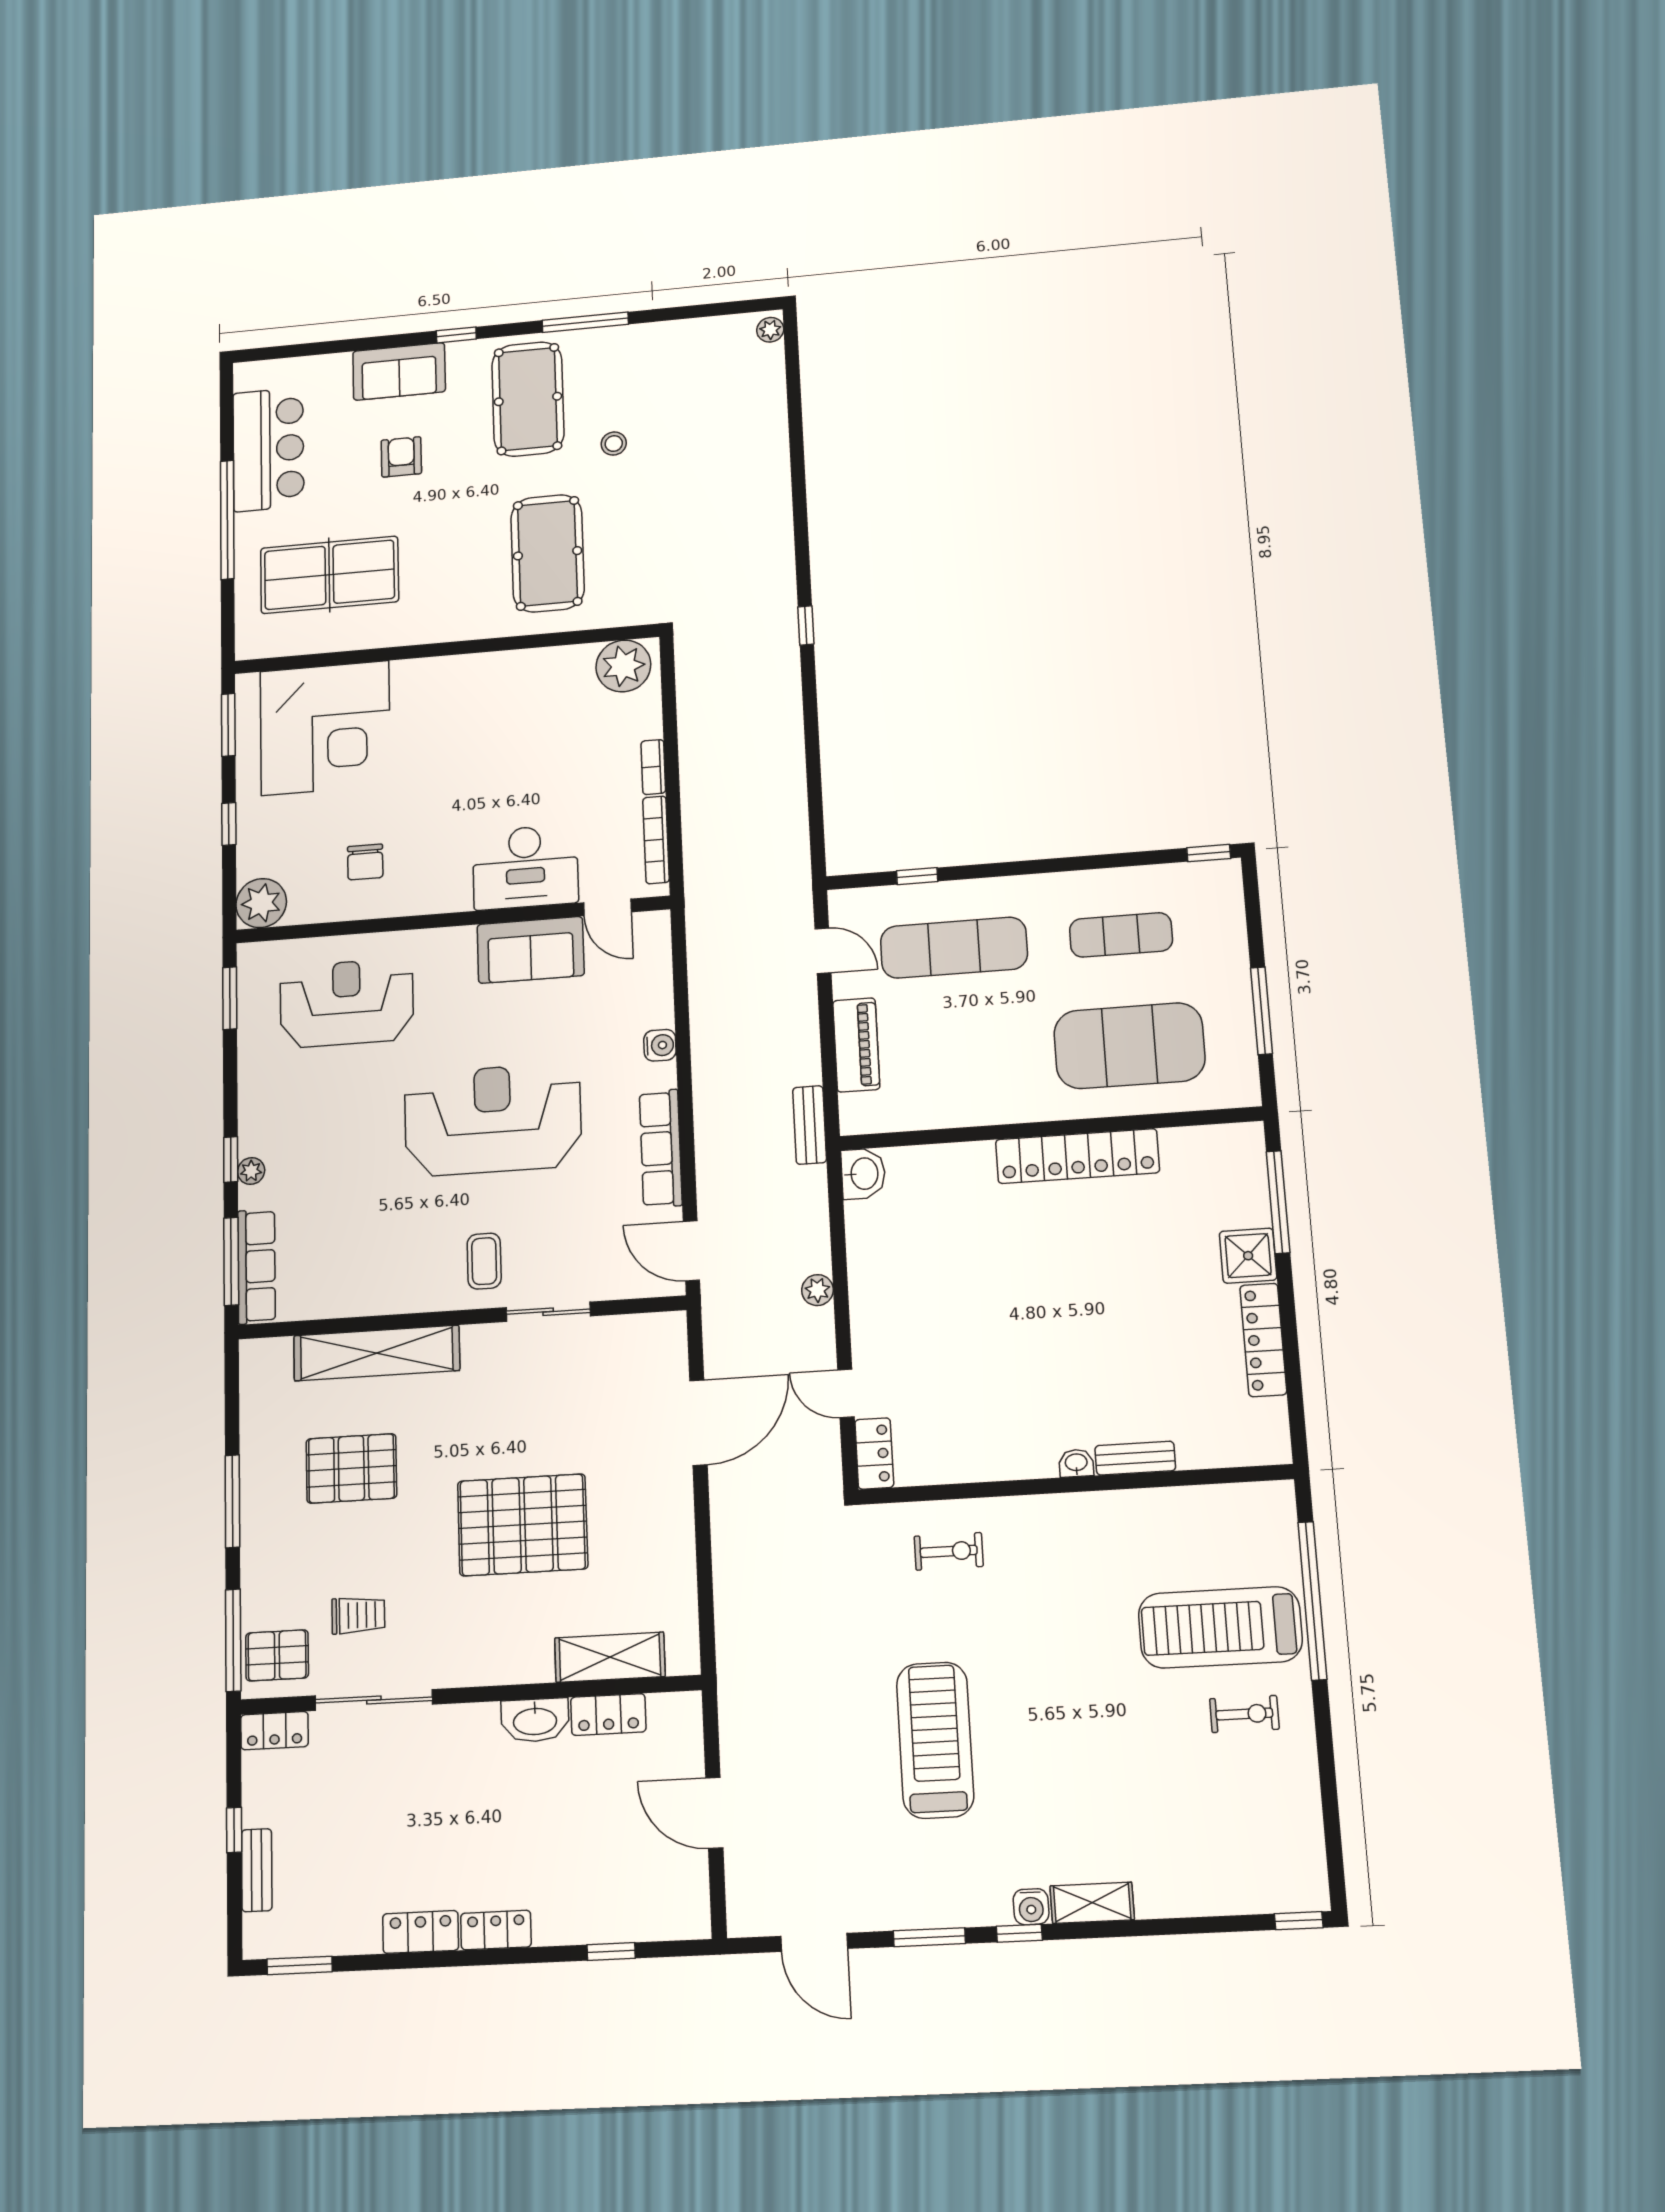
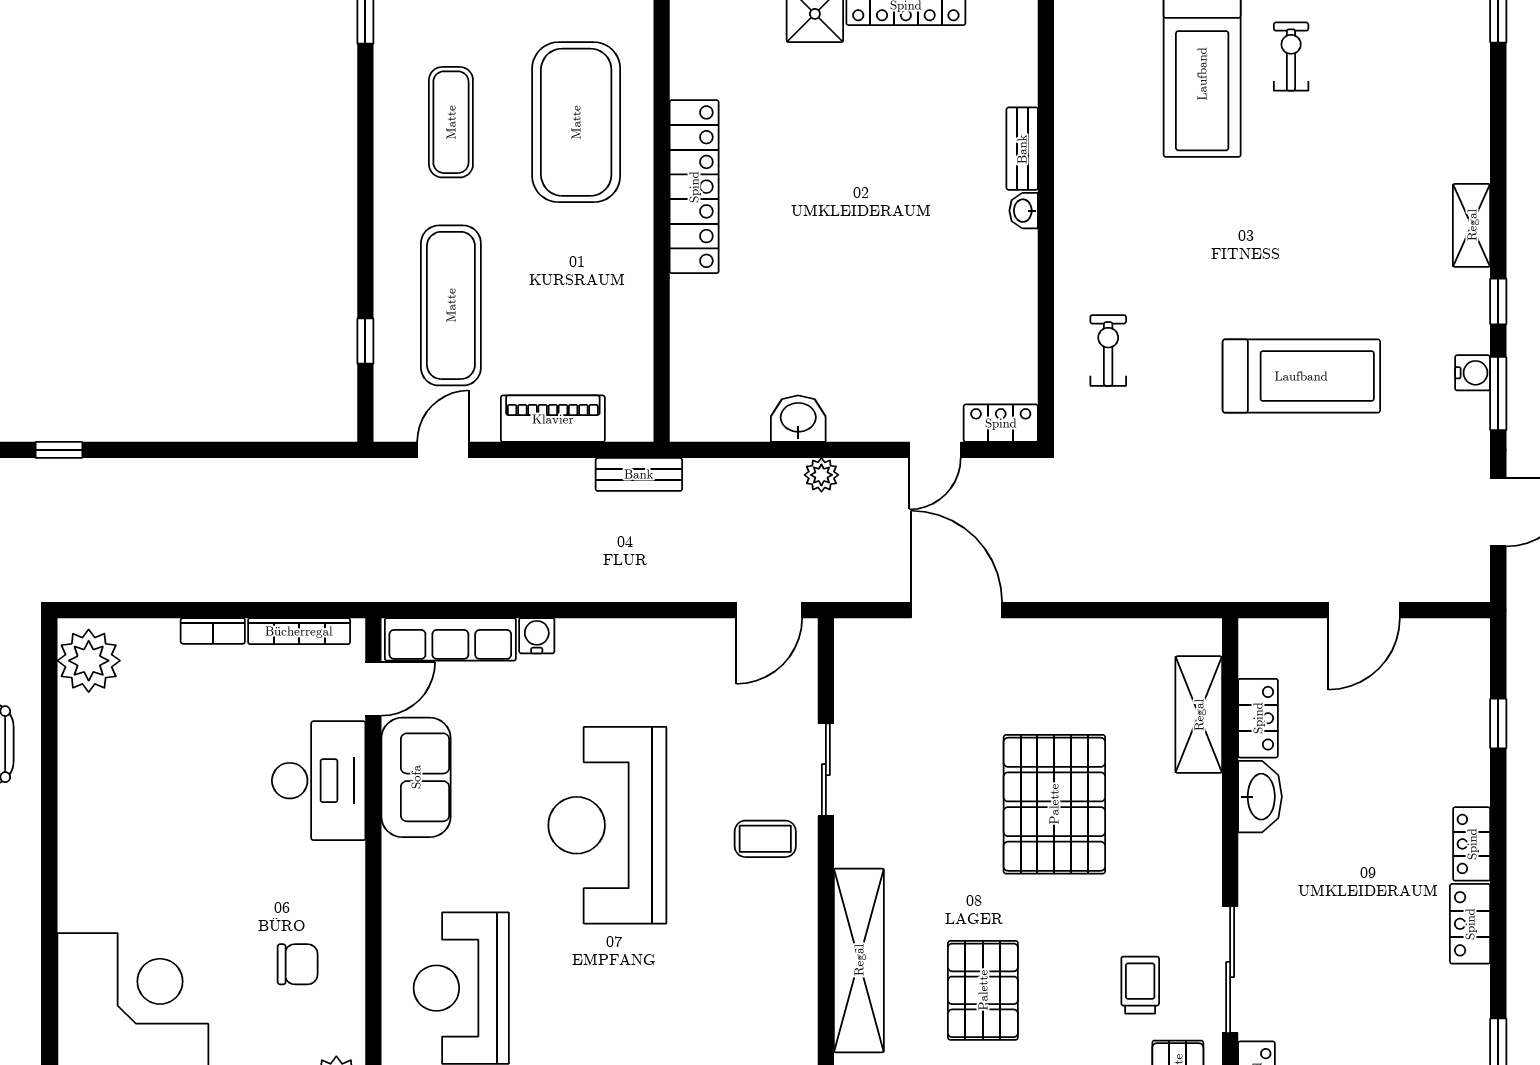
row of seats: (661, 1148) -> (450, 639), moved
washbasin: (863, 1174) -> (798, 419), moved
treadmill: (935, 1740) -> (1301, 376), turned 180
water cooler: (1031, 1907) -> (1473, 373), moved

